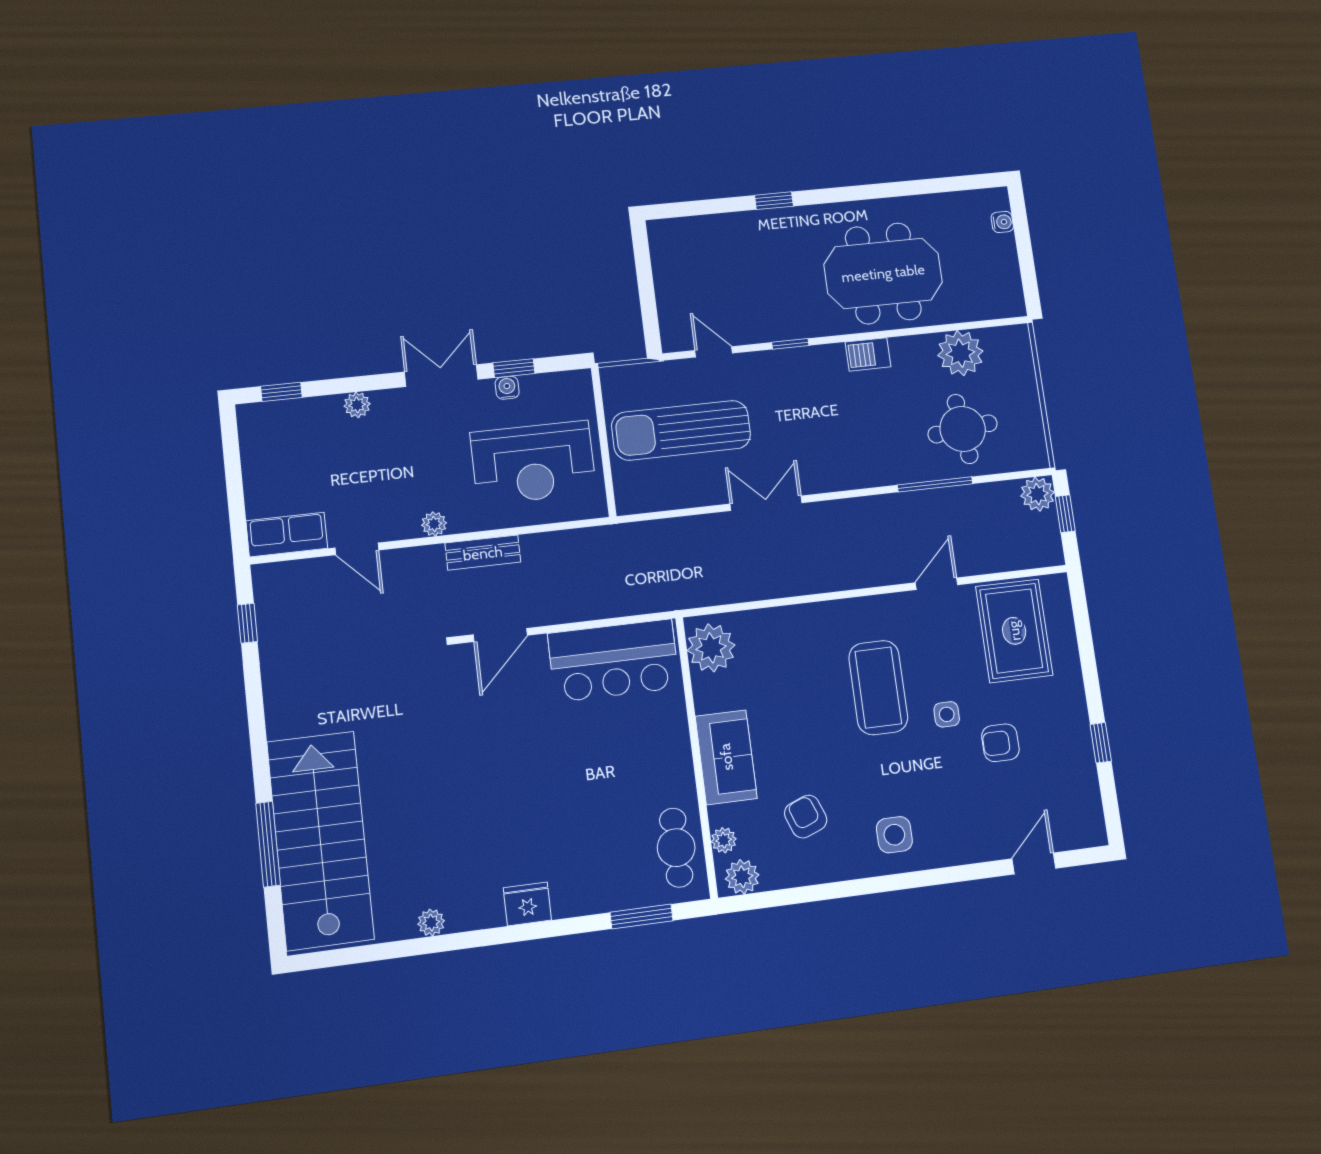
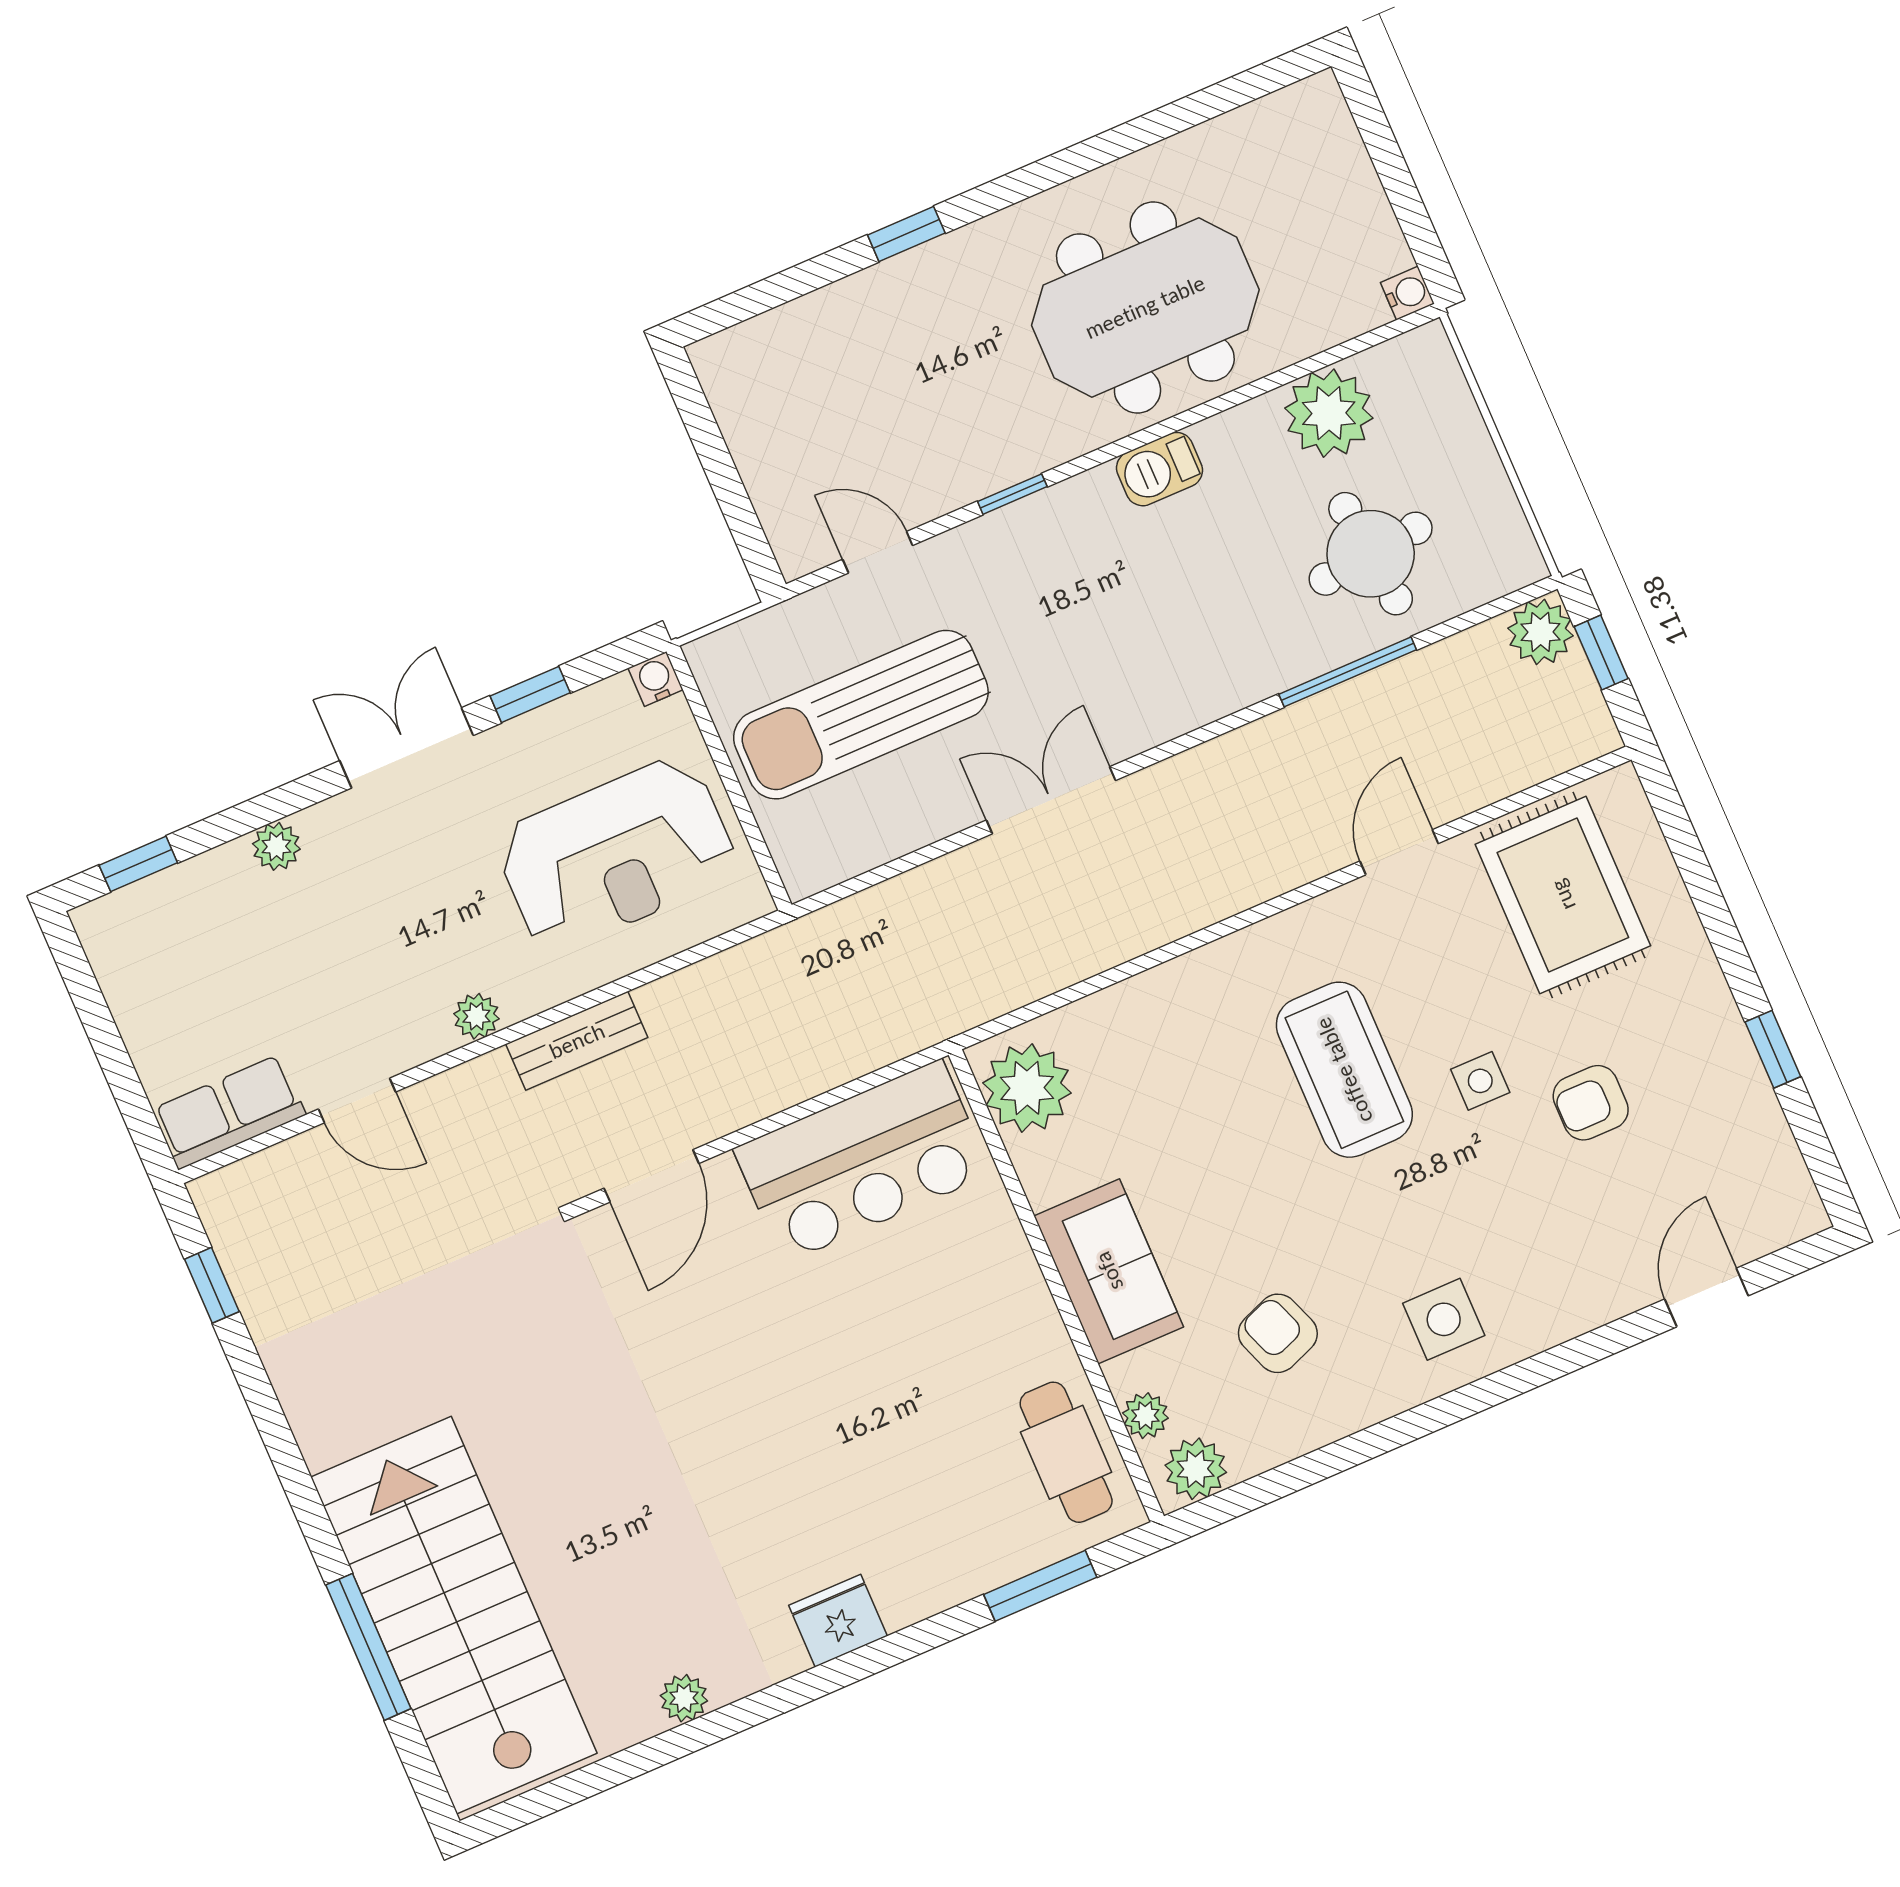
water cooler: (1002, 222) -> (1407, 293), moved
water cooler: (507, 388) -> (656, 679), moved

